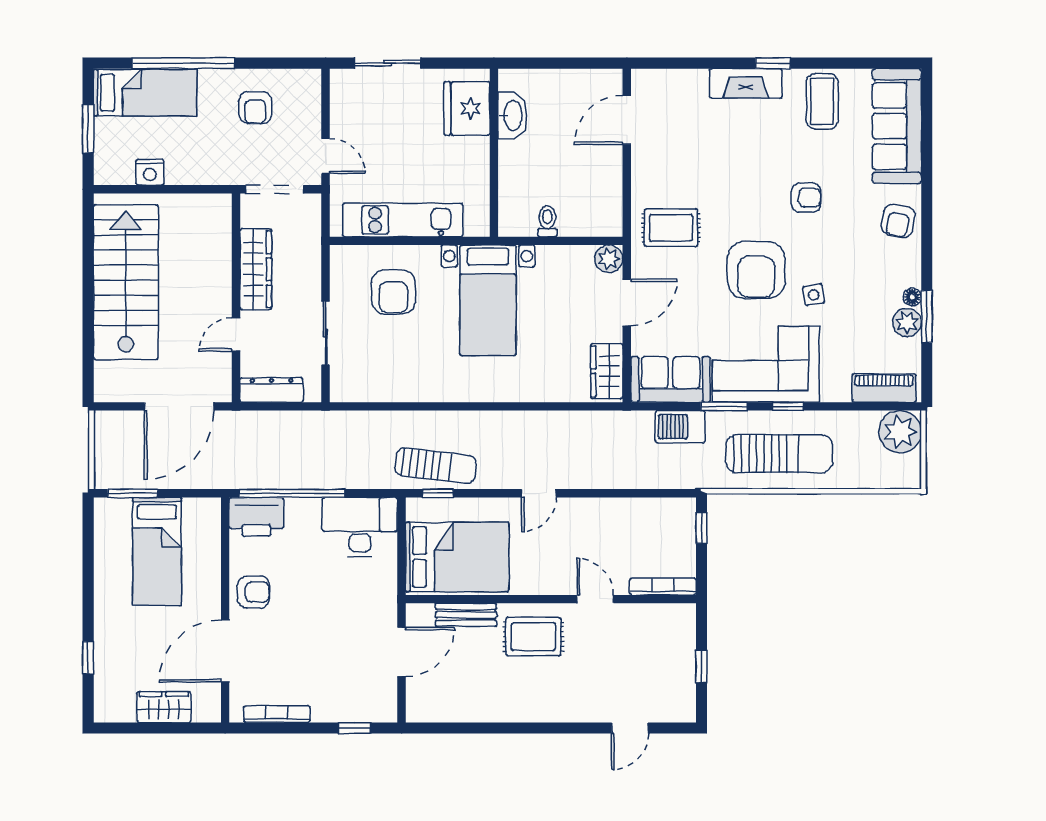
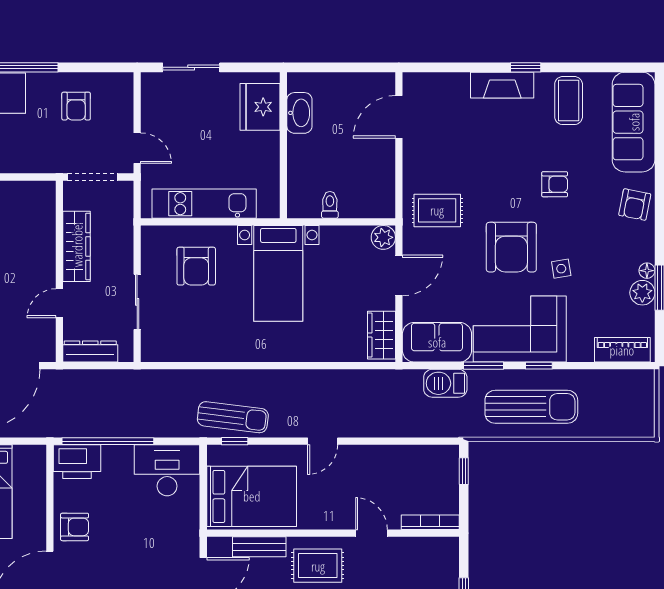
plant: (900, 432) -> (636, 388), removed

